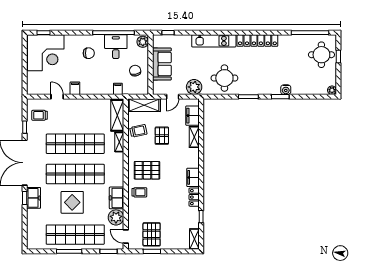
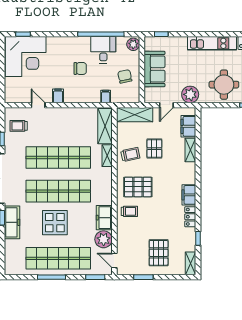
chair: (89, 53) -> (80, 68), moved
trolley: (138, 131) -> (130, 154), moved
freezer: (34, 198) -> (12, 222), width x1.40
pallet: (152, 234) -> (159, 253), moved

